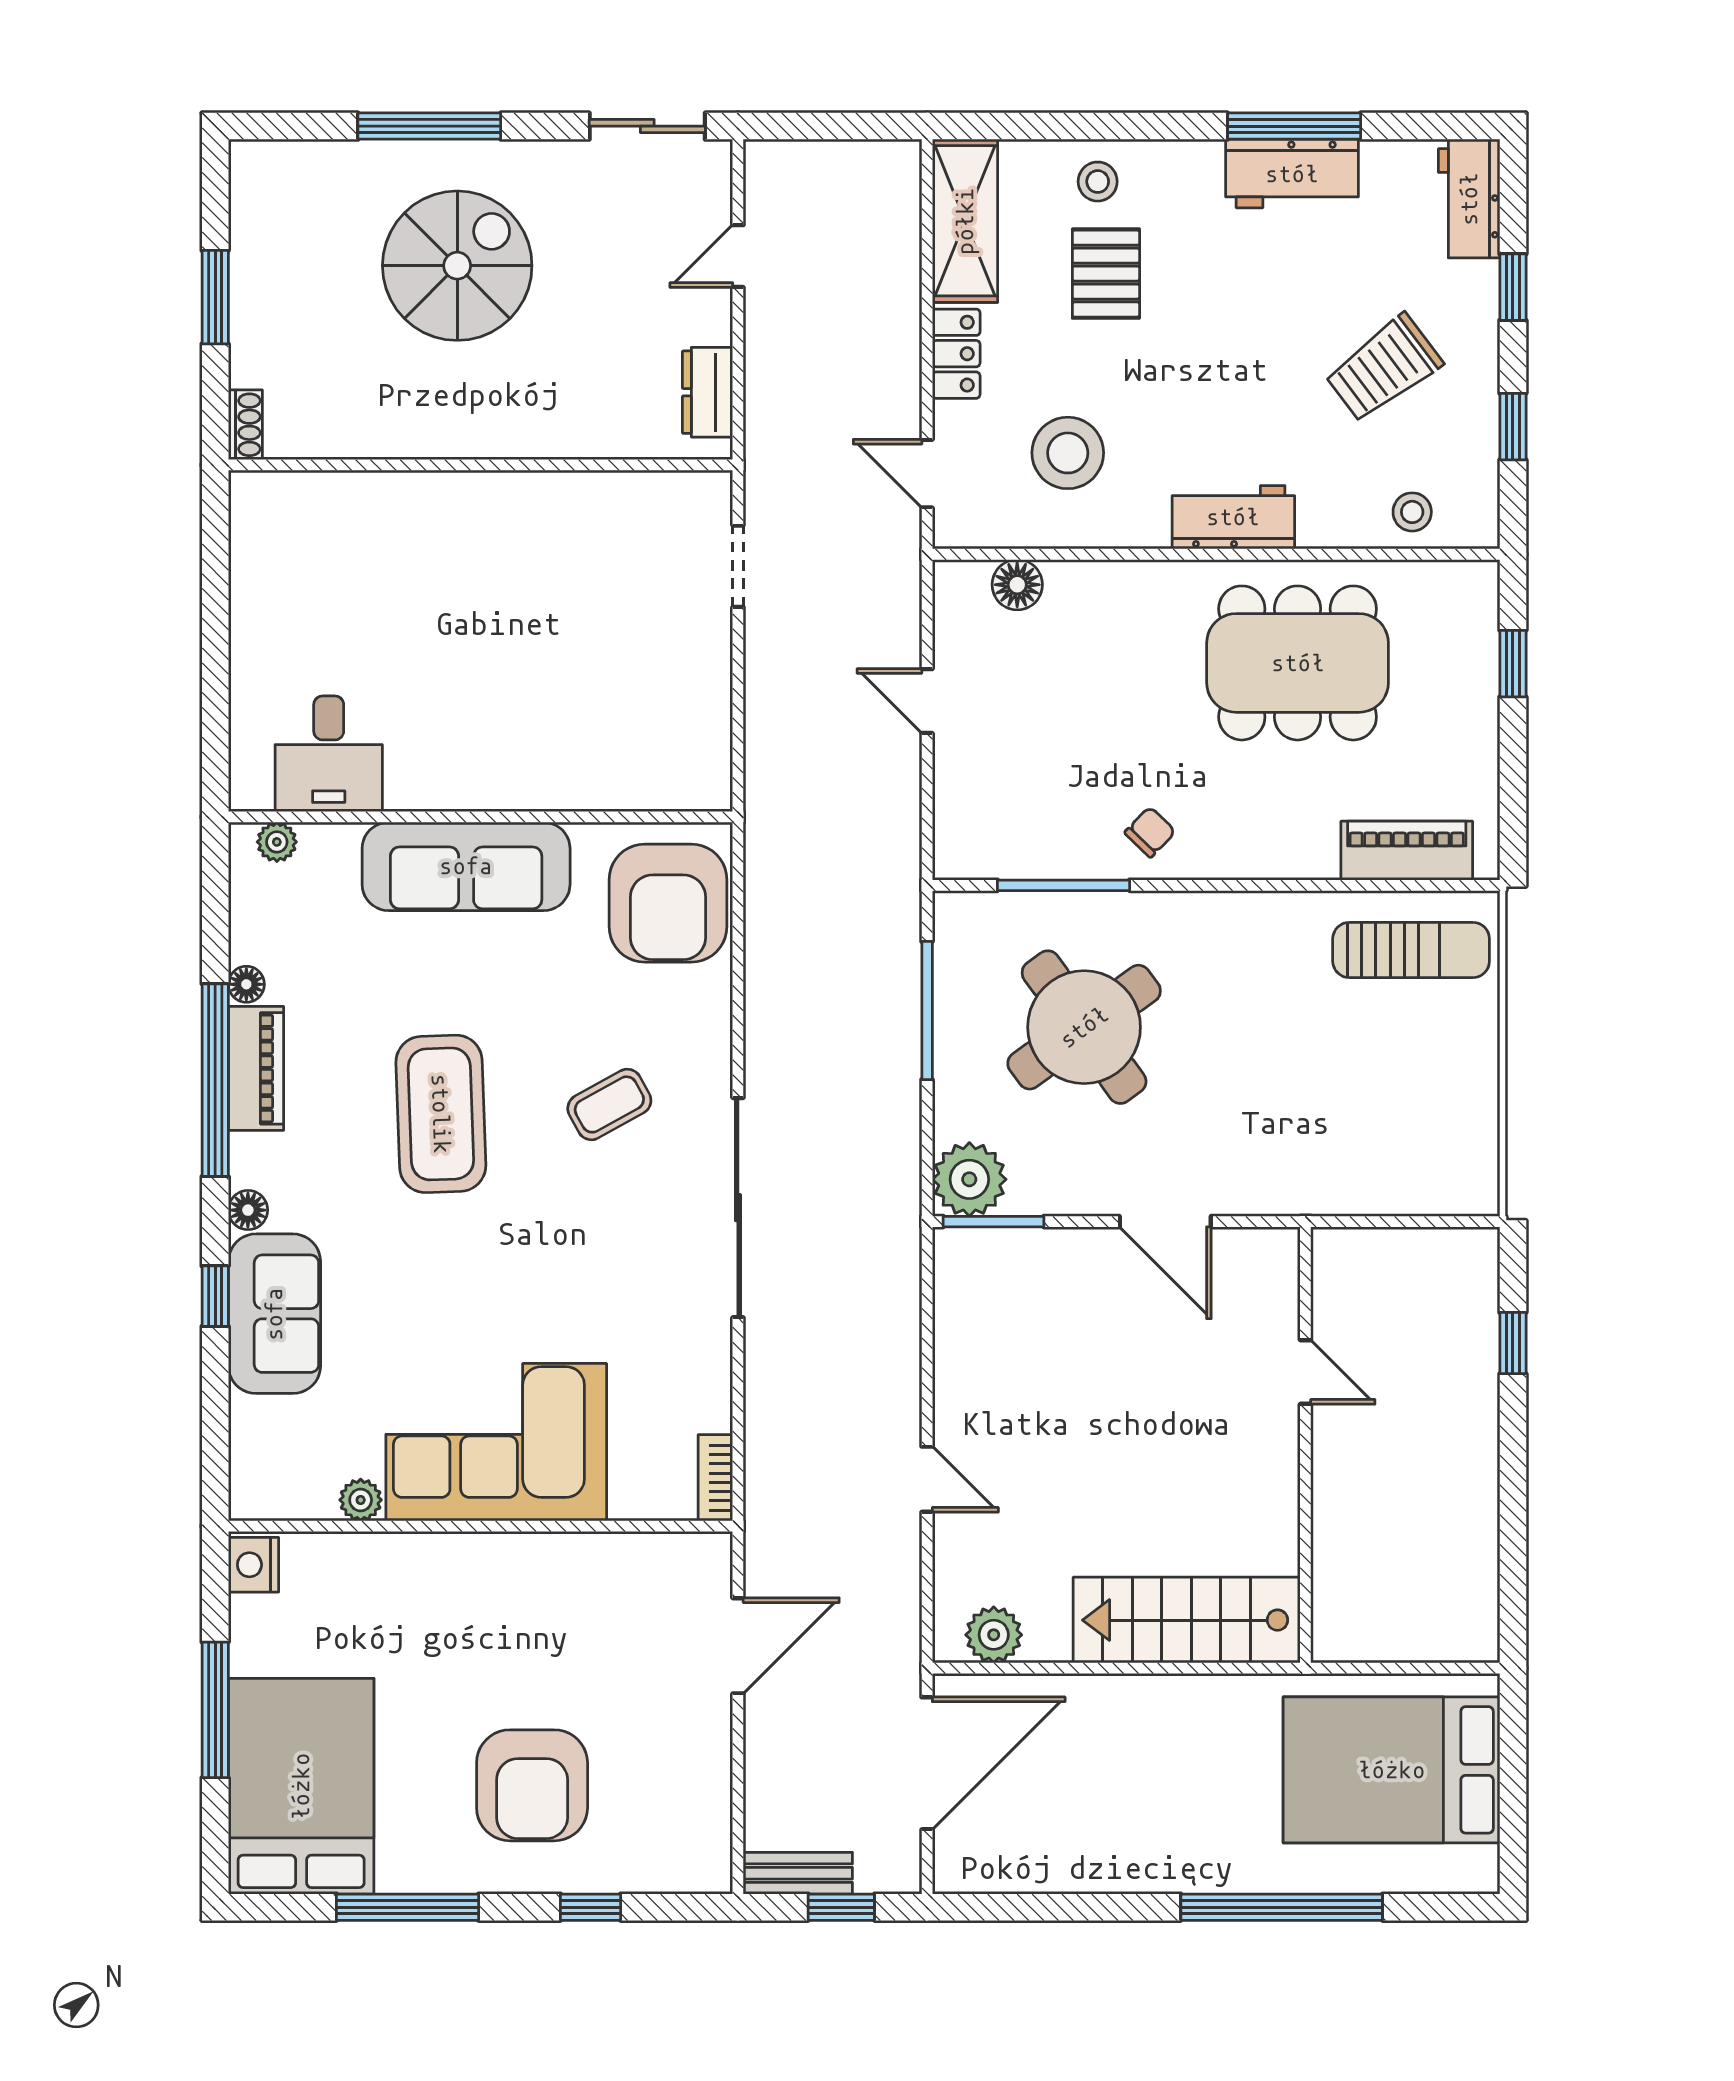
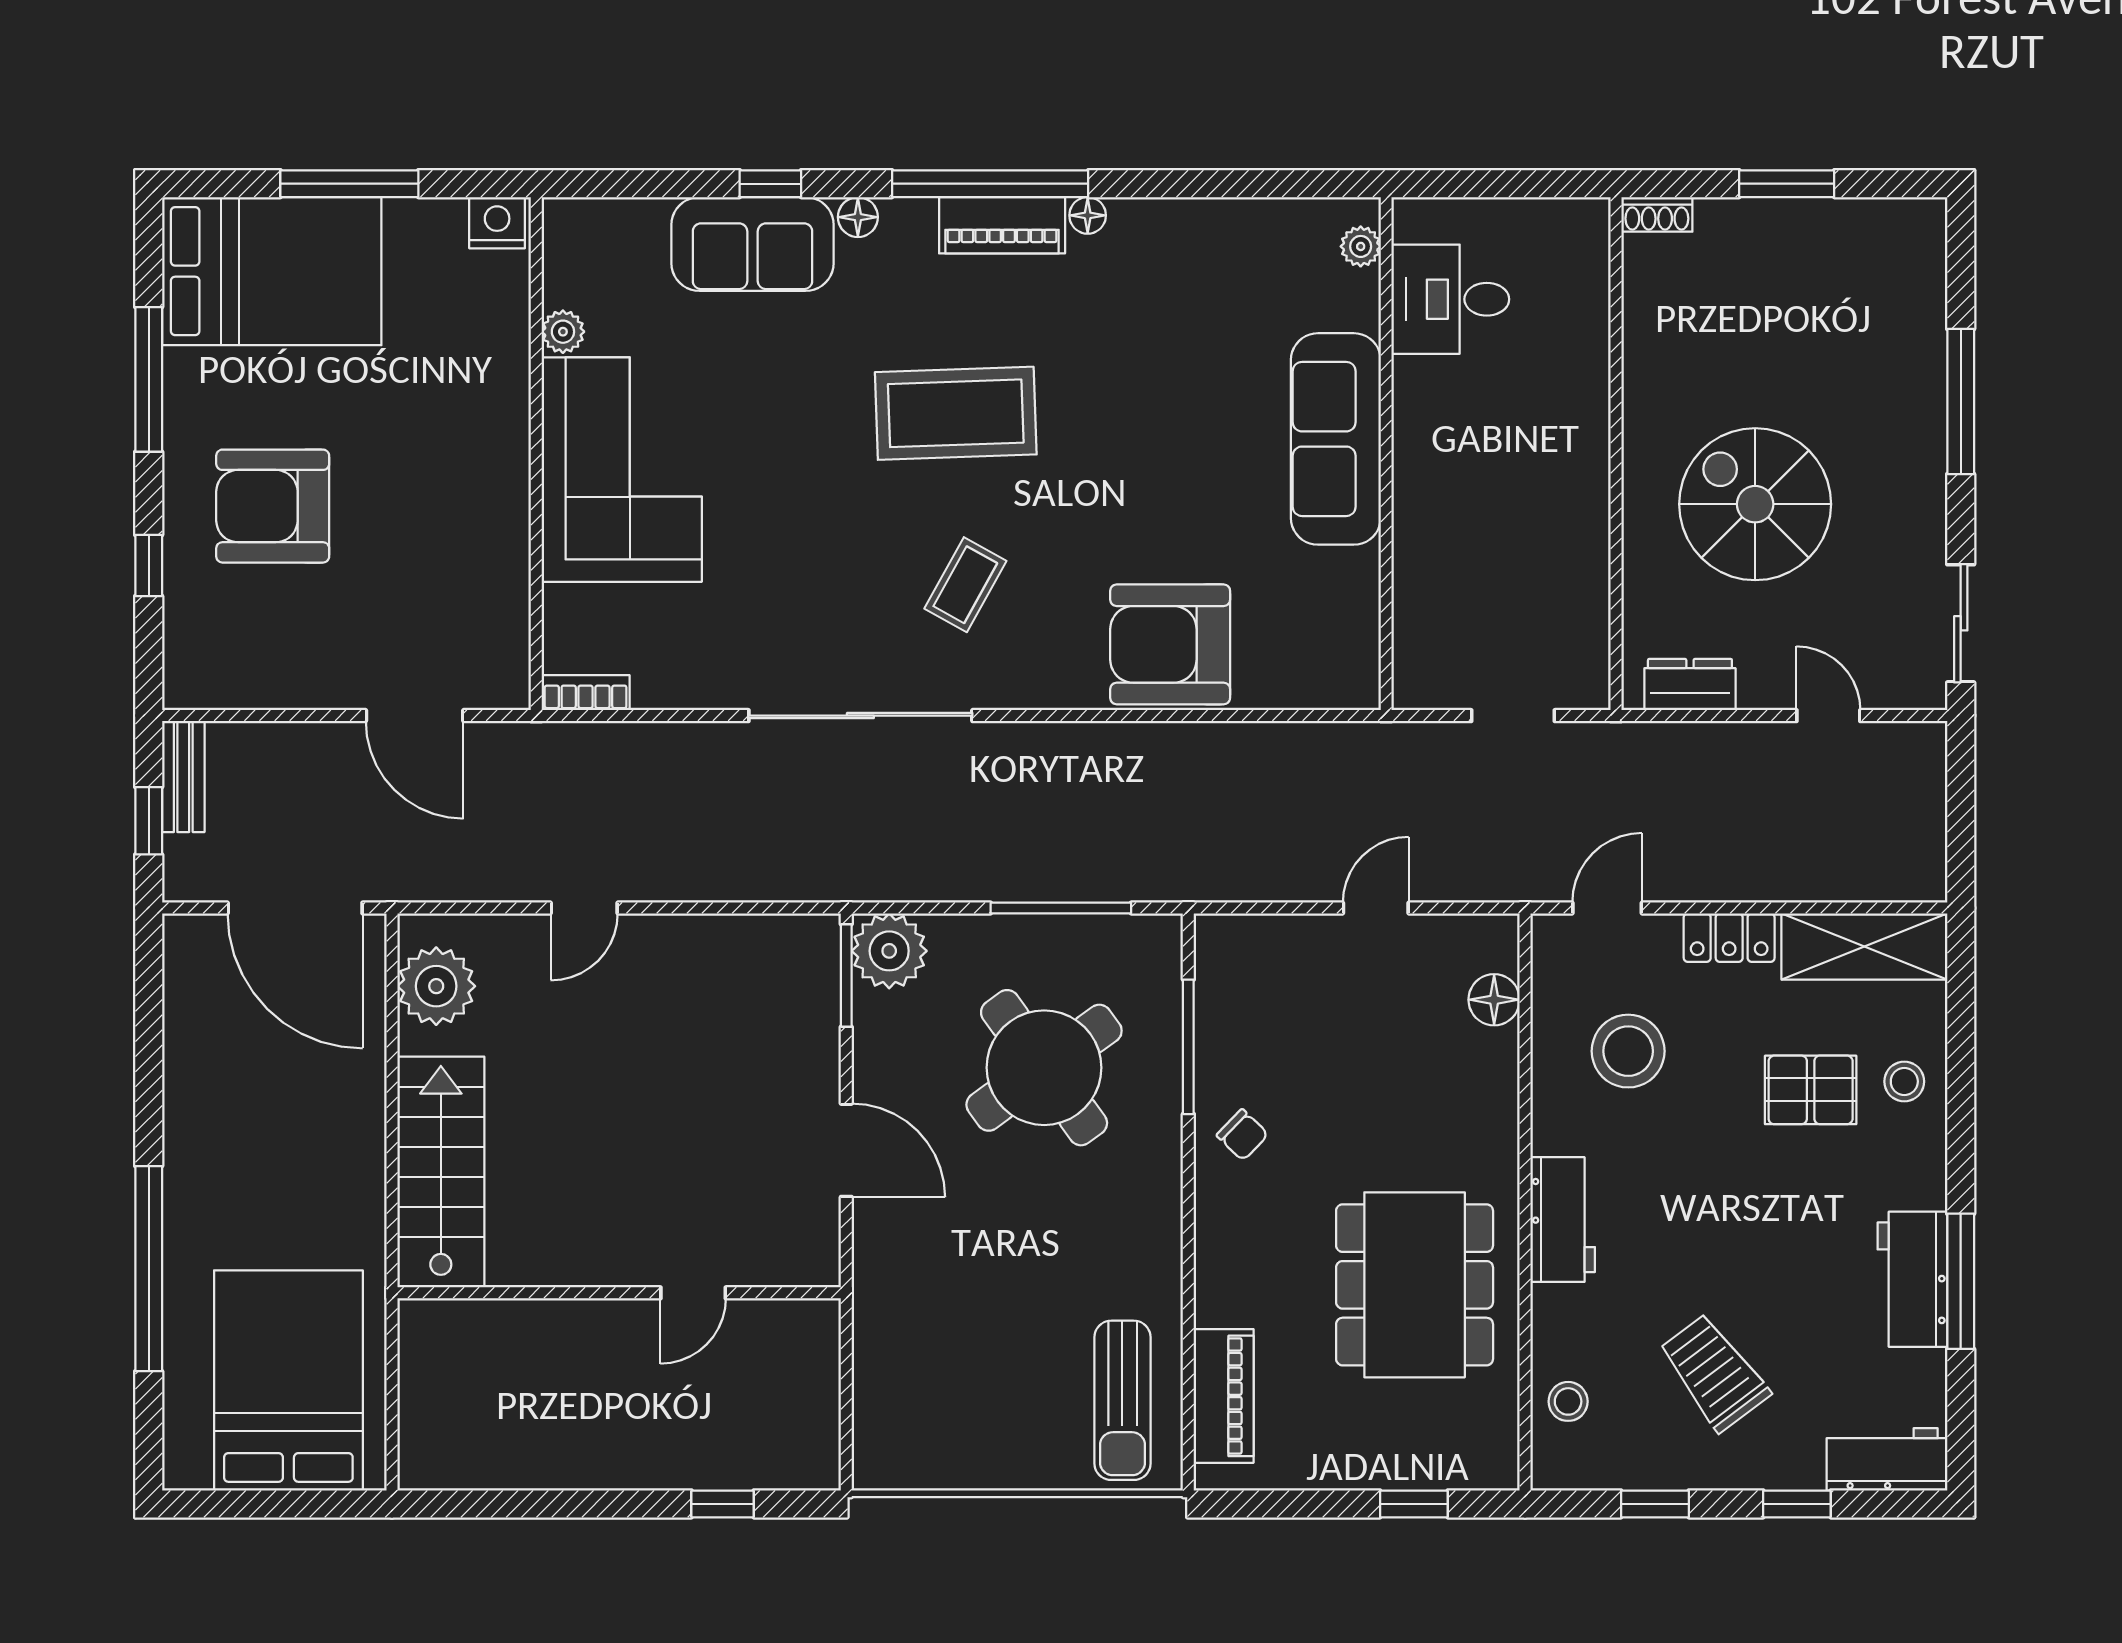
spiral stairs: (457, 266) -> (1755, 504), moved, turned 180
desk: (329, 754) -> (1450, 299), moved
wall: (481, 817) -> (1386, 454), moved
plant: (277, 842) -> (1361, 246), moved
sofa: (466, 866) -> (1336, 439), moved
coffee table: (609, 1104) -> (965, 585), turned 58
door: (1165, 1222) -> (846, 1150), swing flipped
plant: (994, 1635) -> (436, 986), width x1.36, depth x1.36

